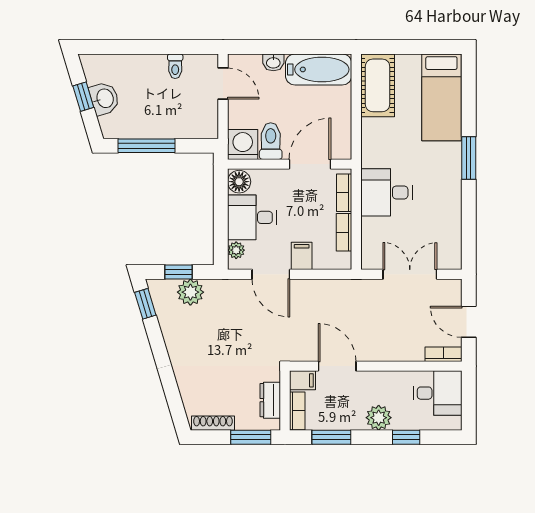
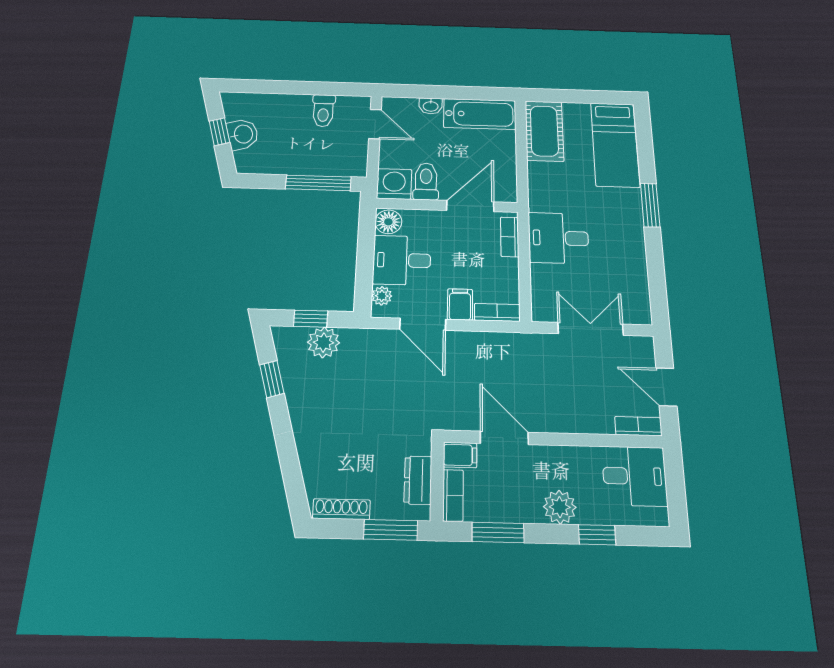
toilet: (175, 66) -> (323, 111), width x1.37, depth x1.39
window: (147, 146) -> (318, 183), moved
bookcase: (344, 232) -> (497, 312), moved, turned 90
window: (145, 304) -> (272, 379), moved

